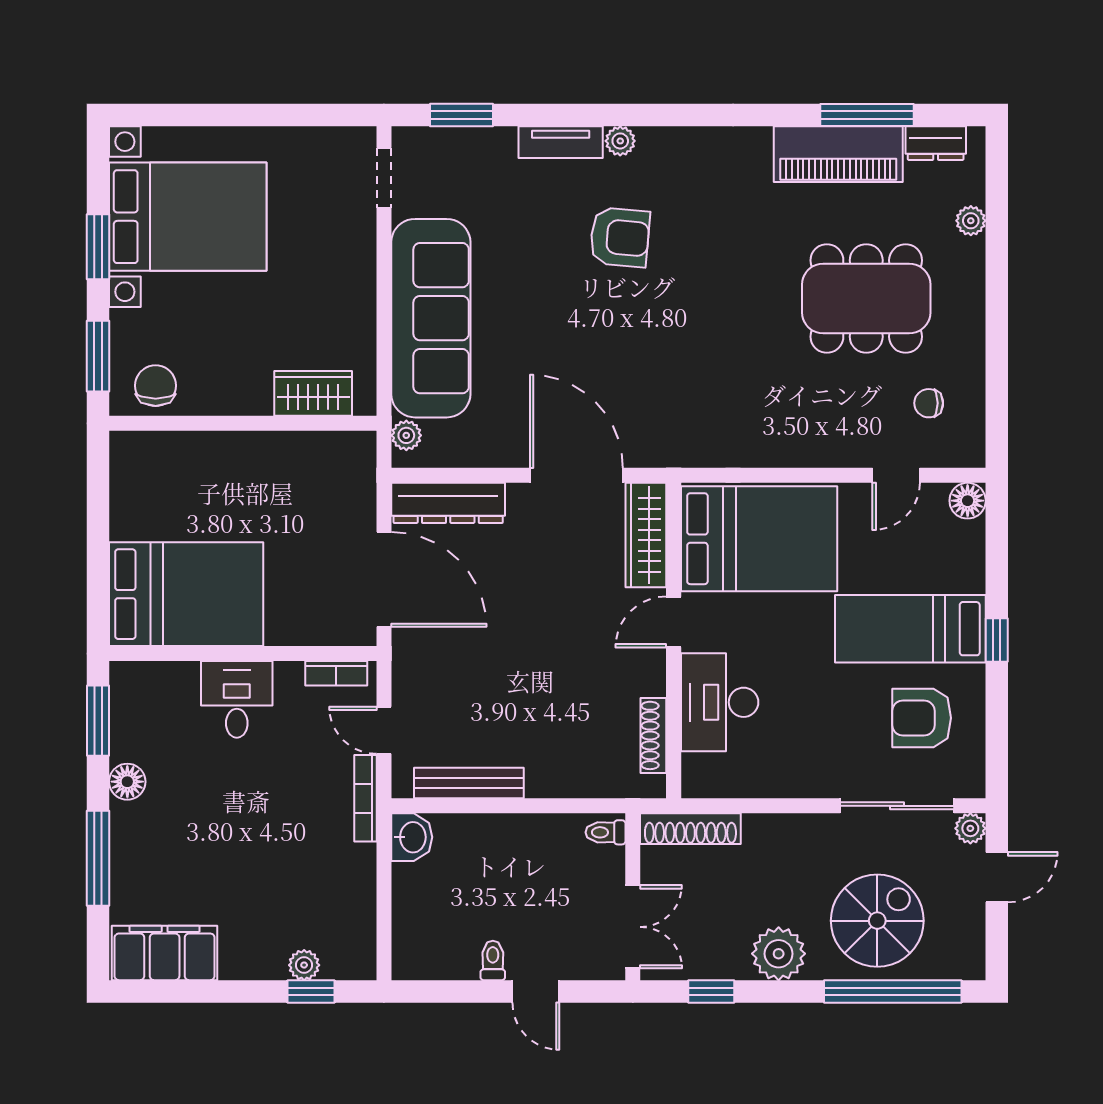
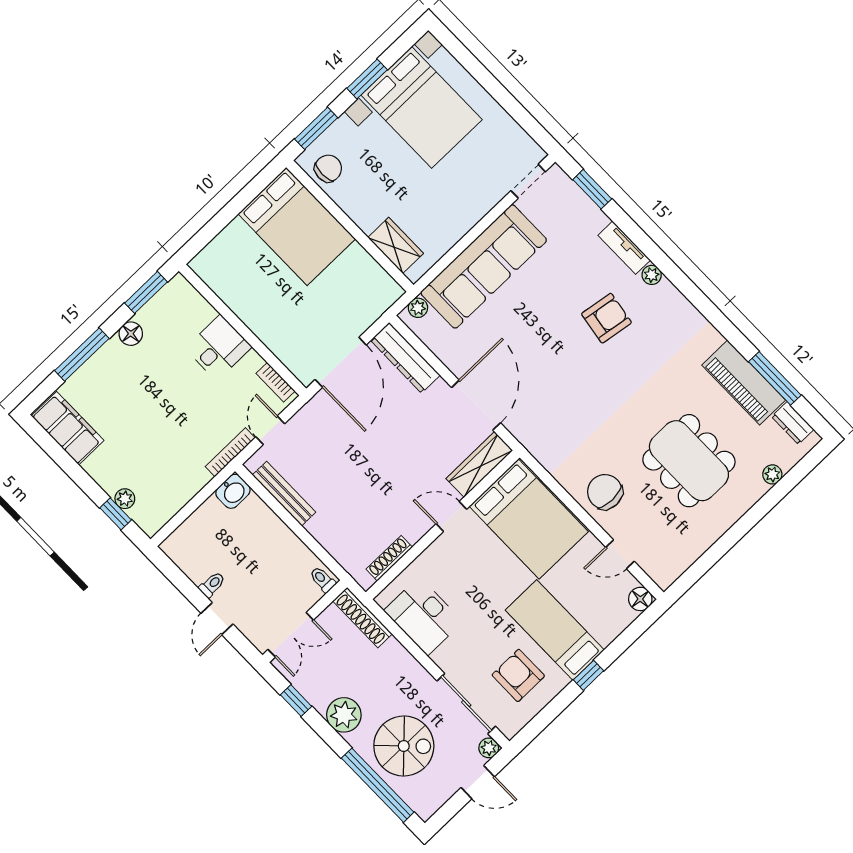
armchair: (620, 237) -> (606, 318), turned -86
chair: (929, 403) -> (605, 492), moved, width x1.87, depth x1.87
bed: (186, 594) -> (297, 226), moved
desk: (720, 702) -> (423, 616), moved, turned -90

